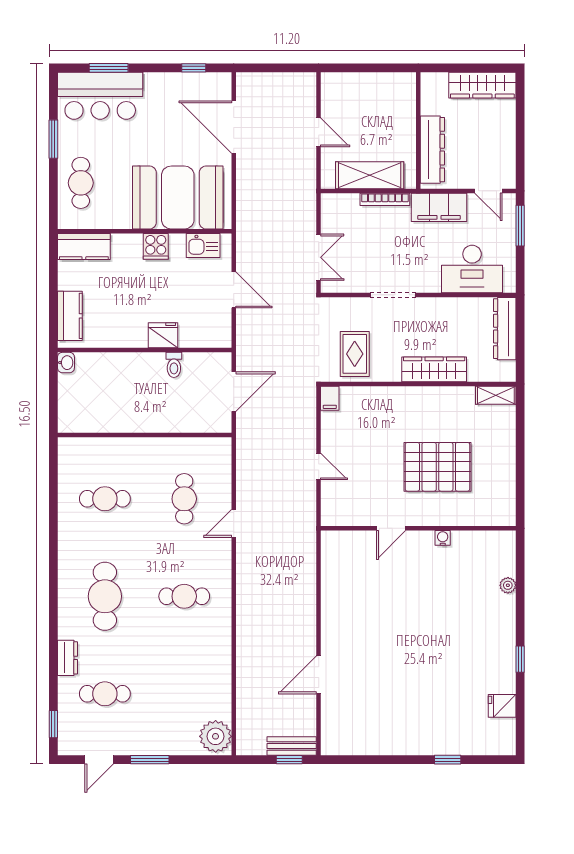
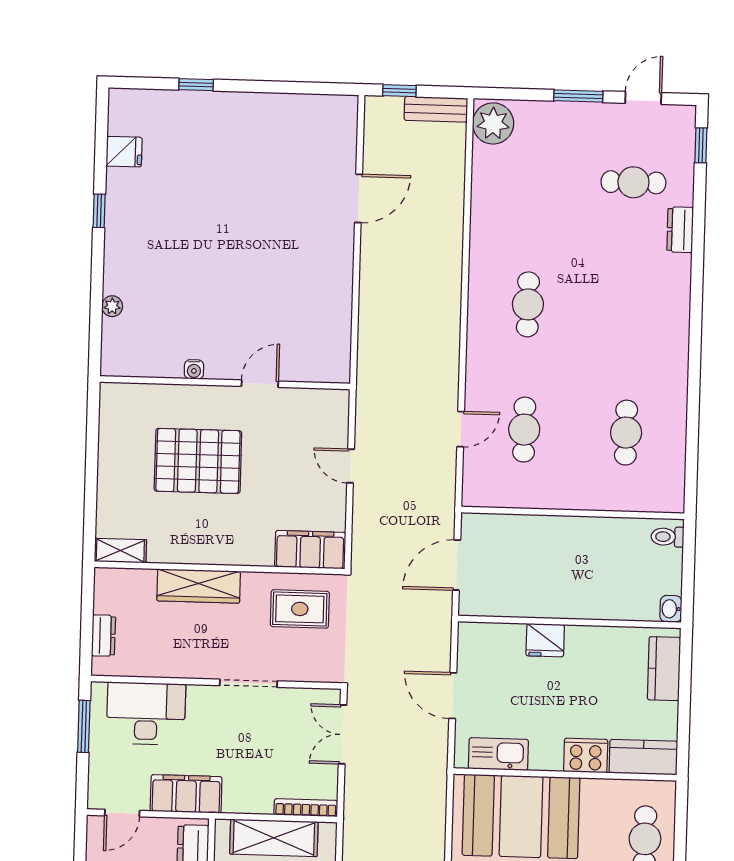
door: (488, 191) -> (122, 813), swing flipped
bookcase: (385, 199) -> (306, 808), moved
window: (520, 226) -> (84, 726), moved
cooker: (156, 246) -> (586, 756), moved, width x1.36
kitchen sink: (203, 246) -> (498, 754), width x1.38
dresser: (505, 329) -> (103, 636), width x0.51, depth x0.80
rug: (355, 354) -> (300, 609), turned 90
toilet: (174, 365) -> (667, 537), moved, turned -90
filing cabinet: (330, 398) -> (310, 550), width x3.00, depth x1.17
cafe table: (105, 499) -> (626, 433), turned 90
door: (234, 523) -> (461, 429), moved
cafe table: (105, 596) -> (630, 307), removed
cafe table: (184, 596) -> (528, 304), turned 90
bench: (292, 746) -> (436, 109), moved

